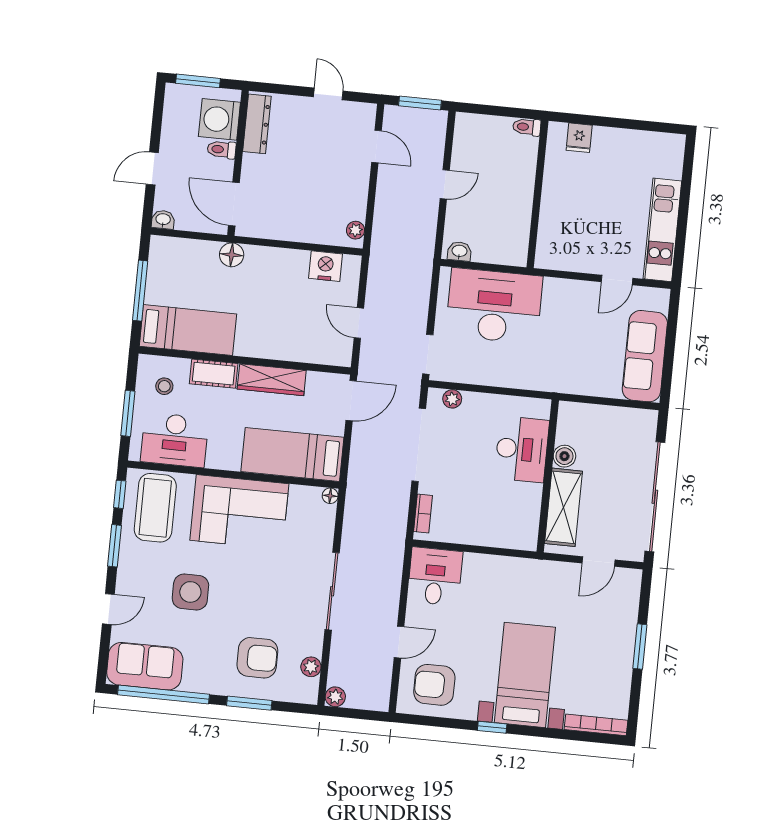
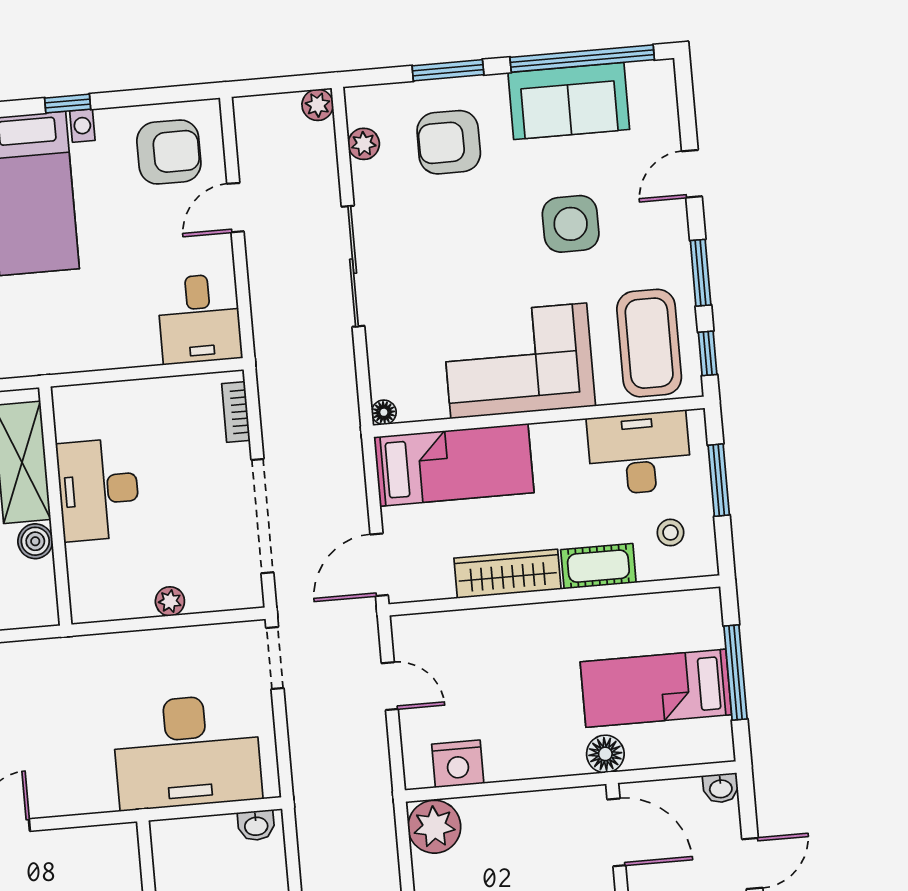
plant: (356, 230) -> (434, 827), width x1.87, depth x1.87
bed: (188, 330) -> (656, 688), moved
plant: (452, 399) -> (170, 601), moved
desk: (522, 449) -> (98, 490), moved
sofa: (145, 666) -> (569, 101), moved

